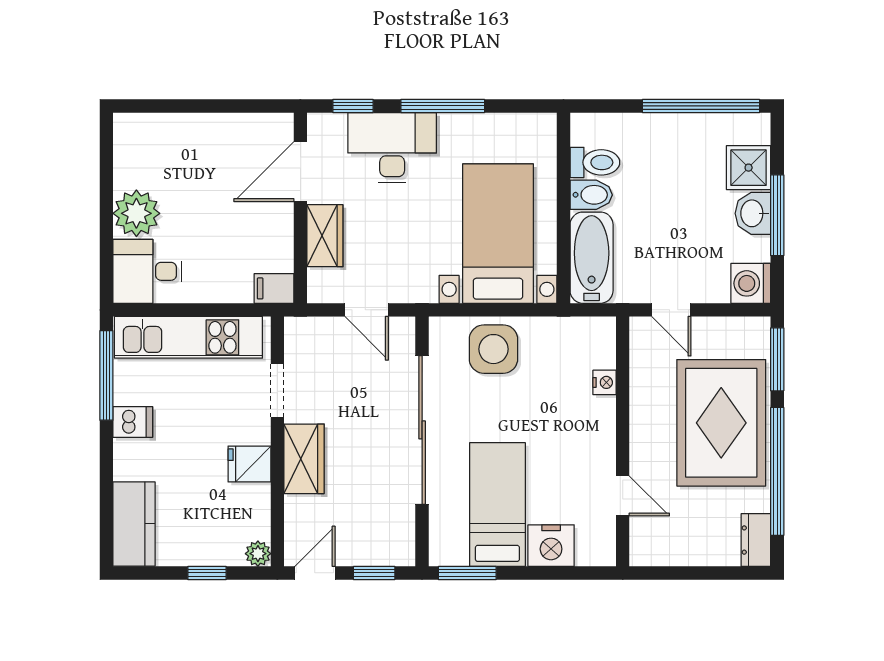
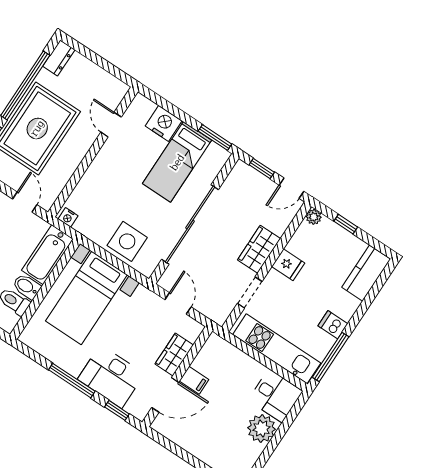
filing cabinet: (274, 288) -> (194, 380), moved
nightstand: (604, 382) -> (68, 217), moved, turned -90

